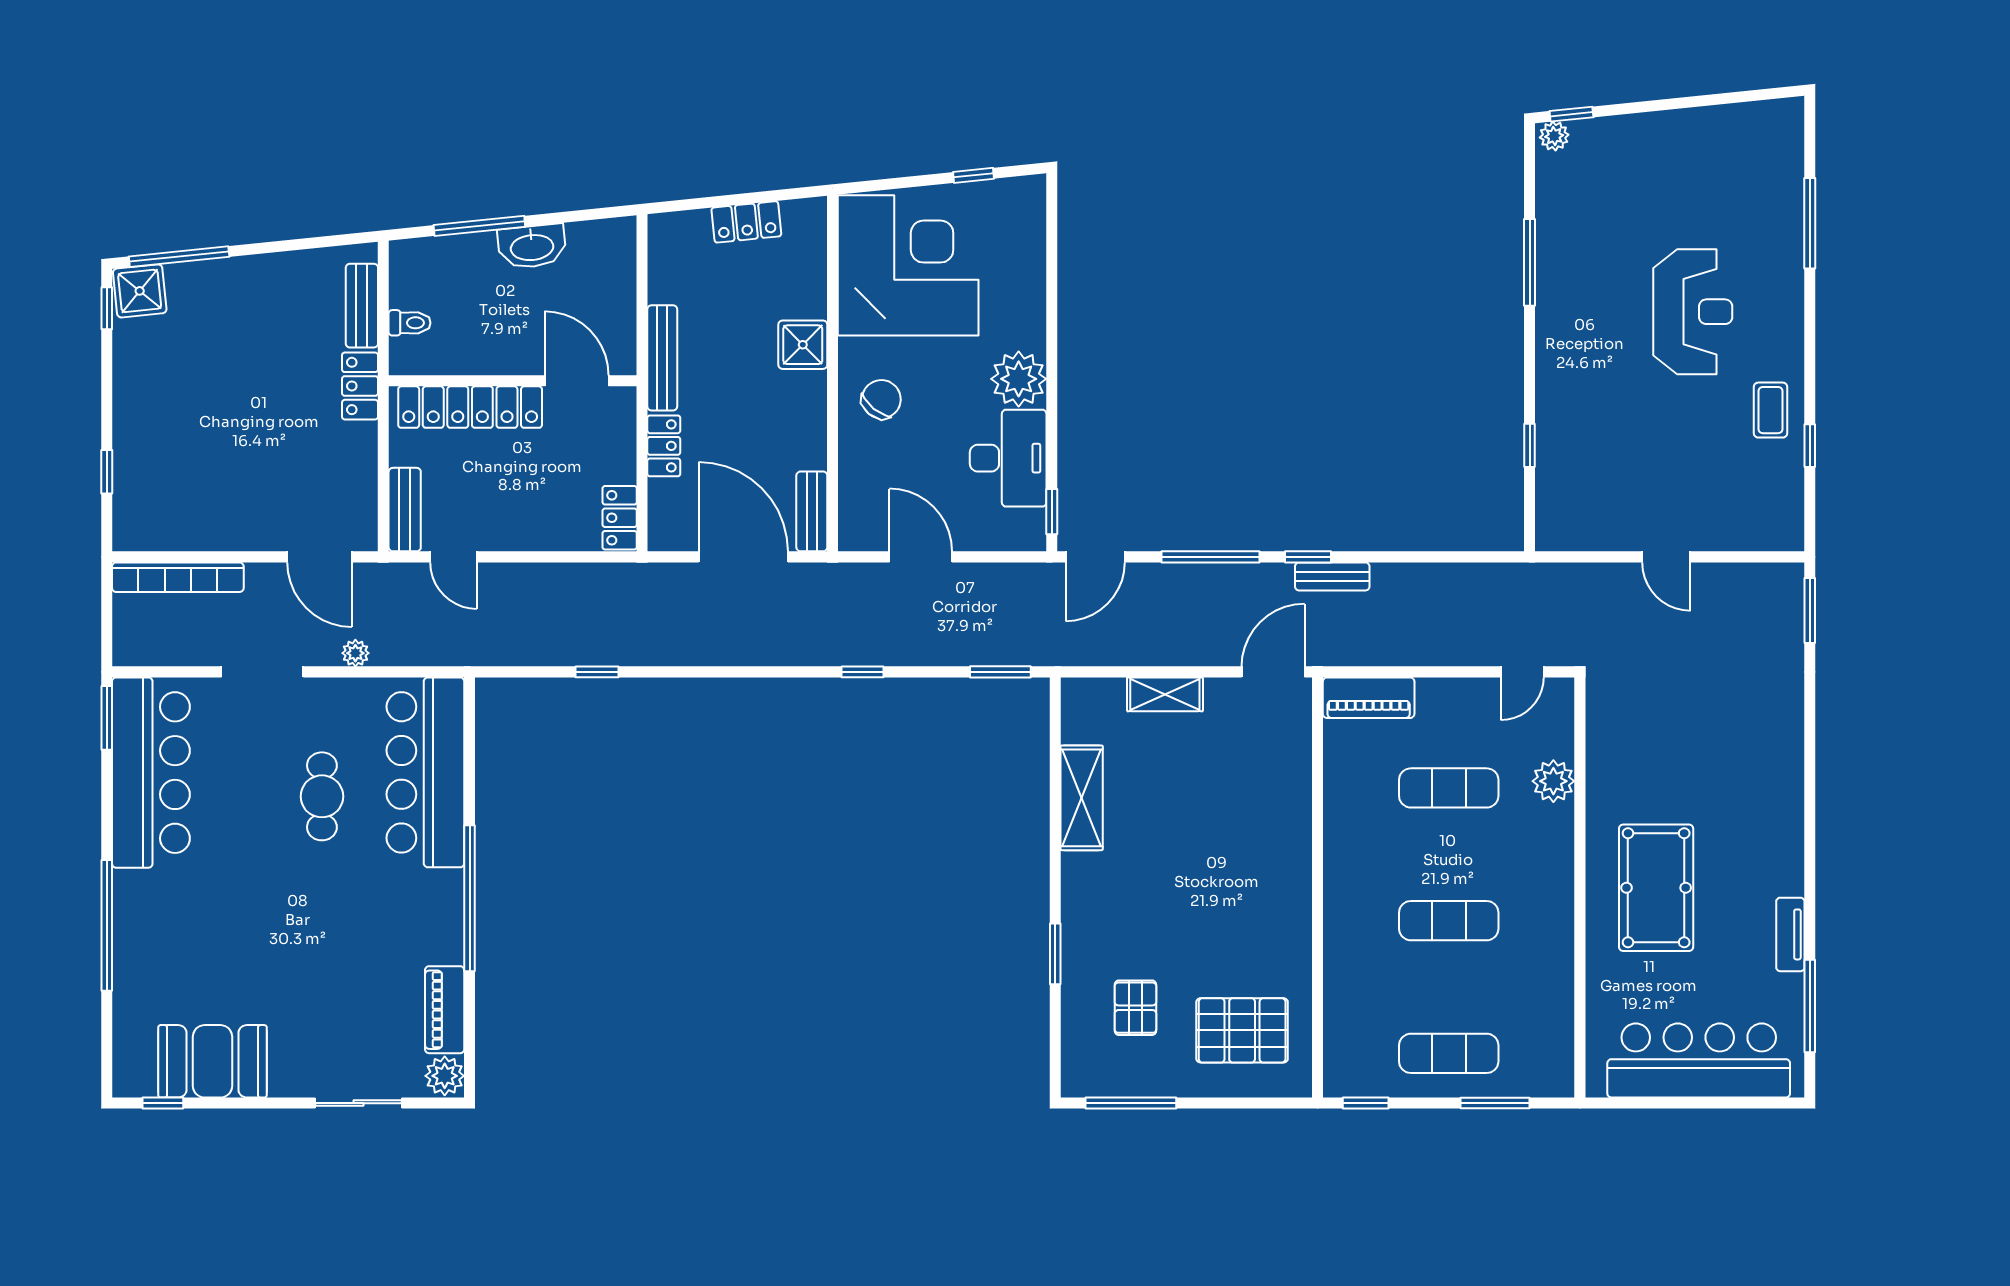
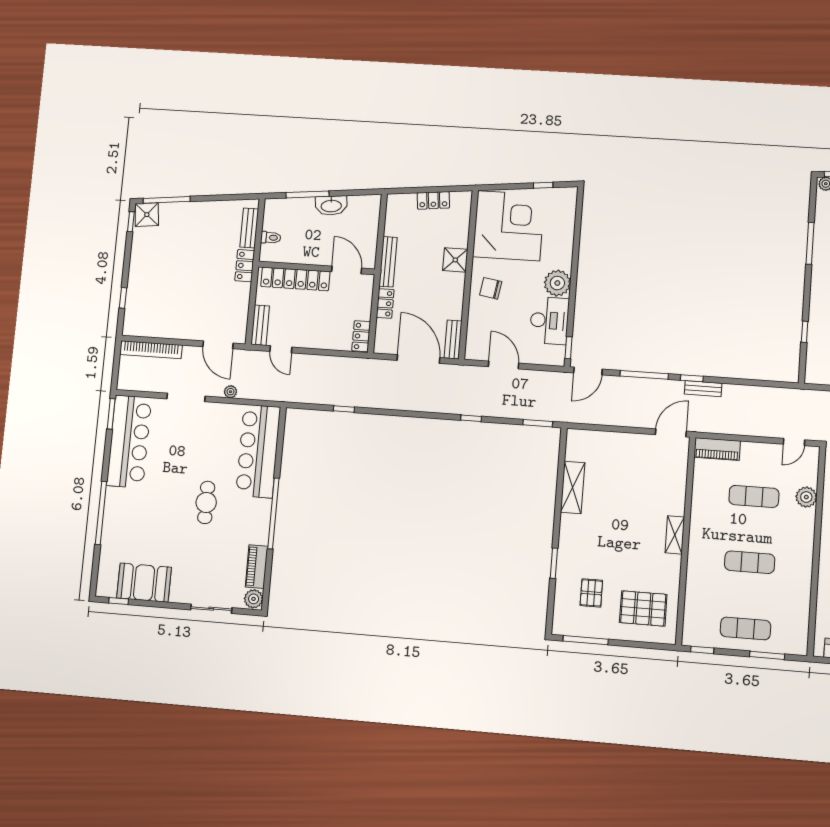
chair: (881, 399) -> (491, 288), turned -120
shelving: (1165, 694) -> (675, 535), moved, turned 90
cafe table: (322, 796) -> (206, 502), moved

